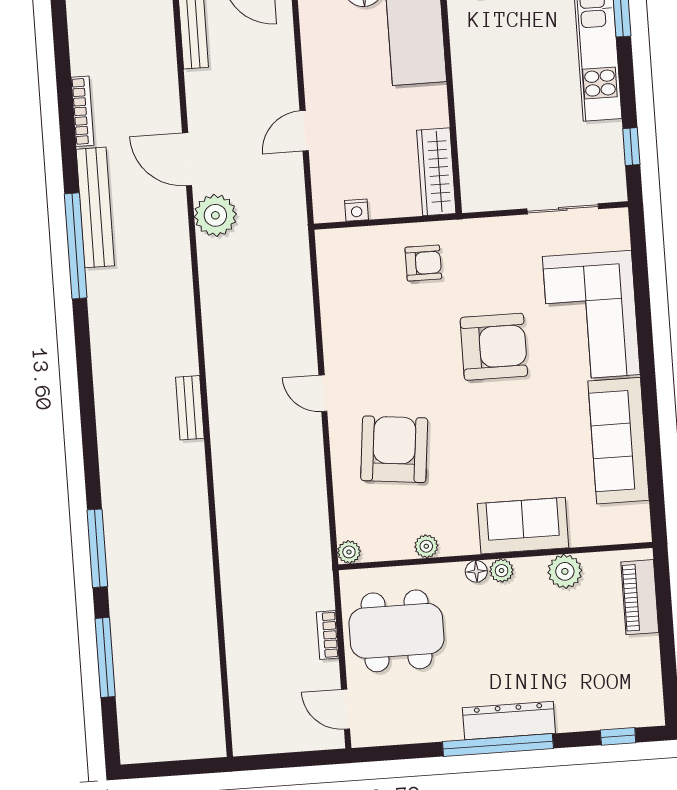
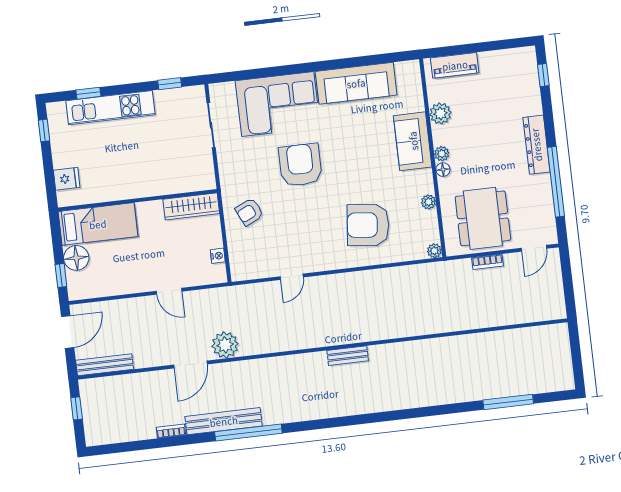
bookcase: (82, 111) -> (171, 431), width x0.64
armchair: (423, 263) -> (249, 212), turned -115
door: (323, 393) -> (292, 277), moved
window: (97, 548) -> (439, 410), removed
window: (498, 745) -> (556, 182), moved

